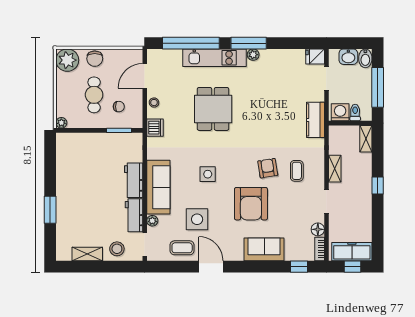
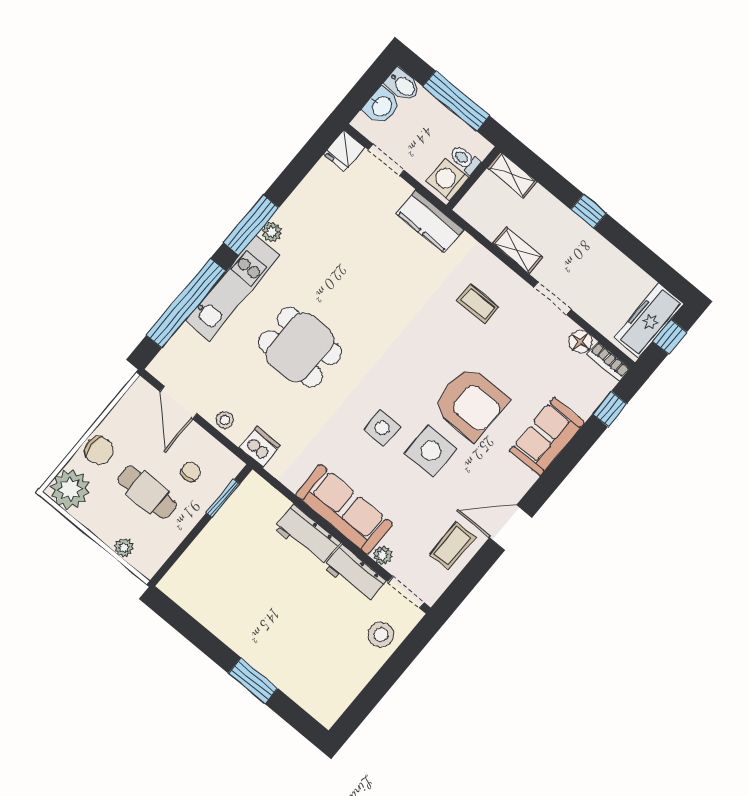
plant: (61, 123) -> (124, 548), moved
armchair: (268, 168) -> (441, 340), removed
side table: (197, 219) -> (431, 451), moved
shelving: (87, 254) -> (354, 681), removed

